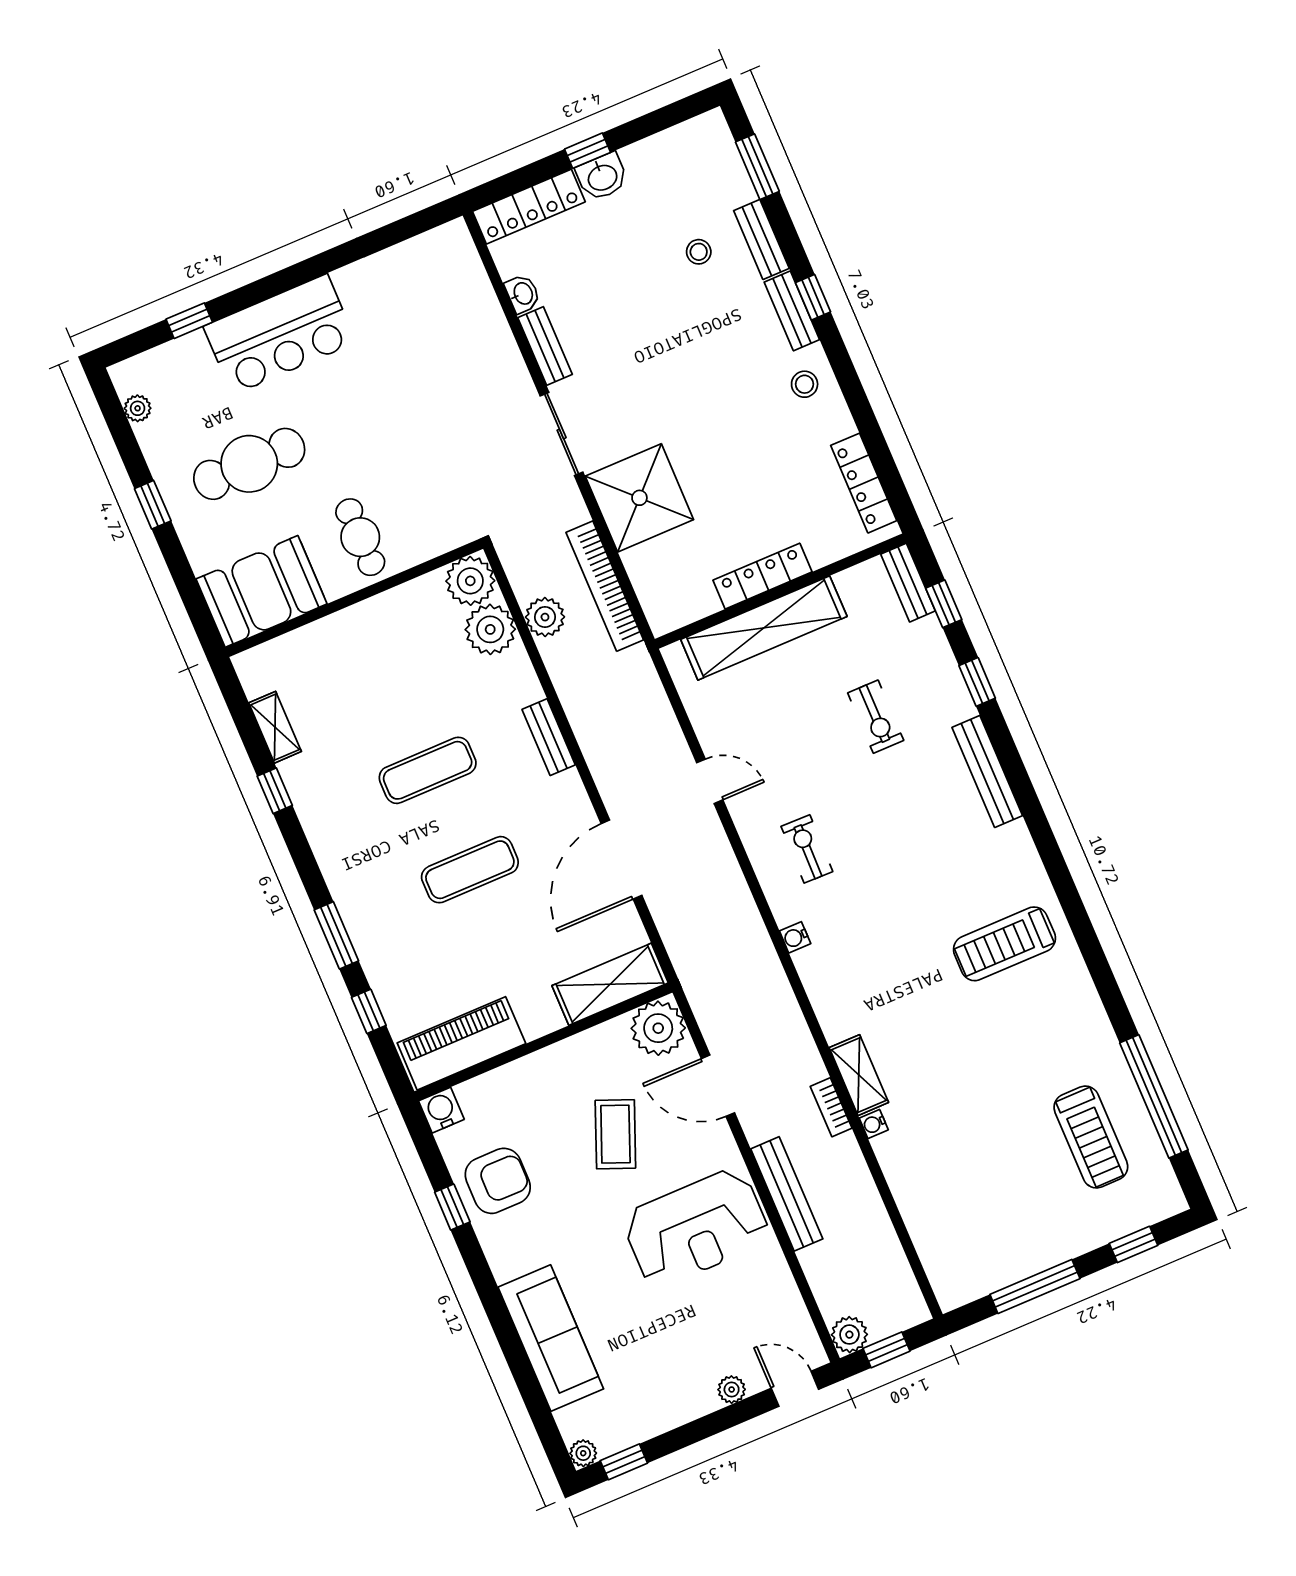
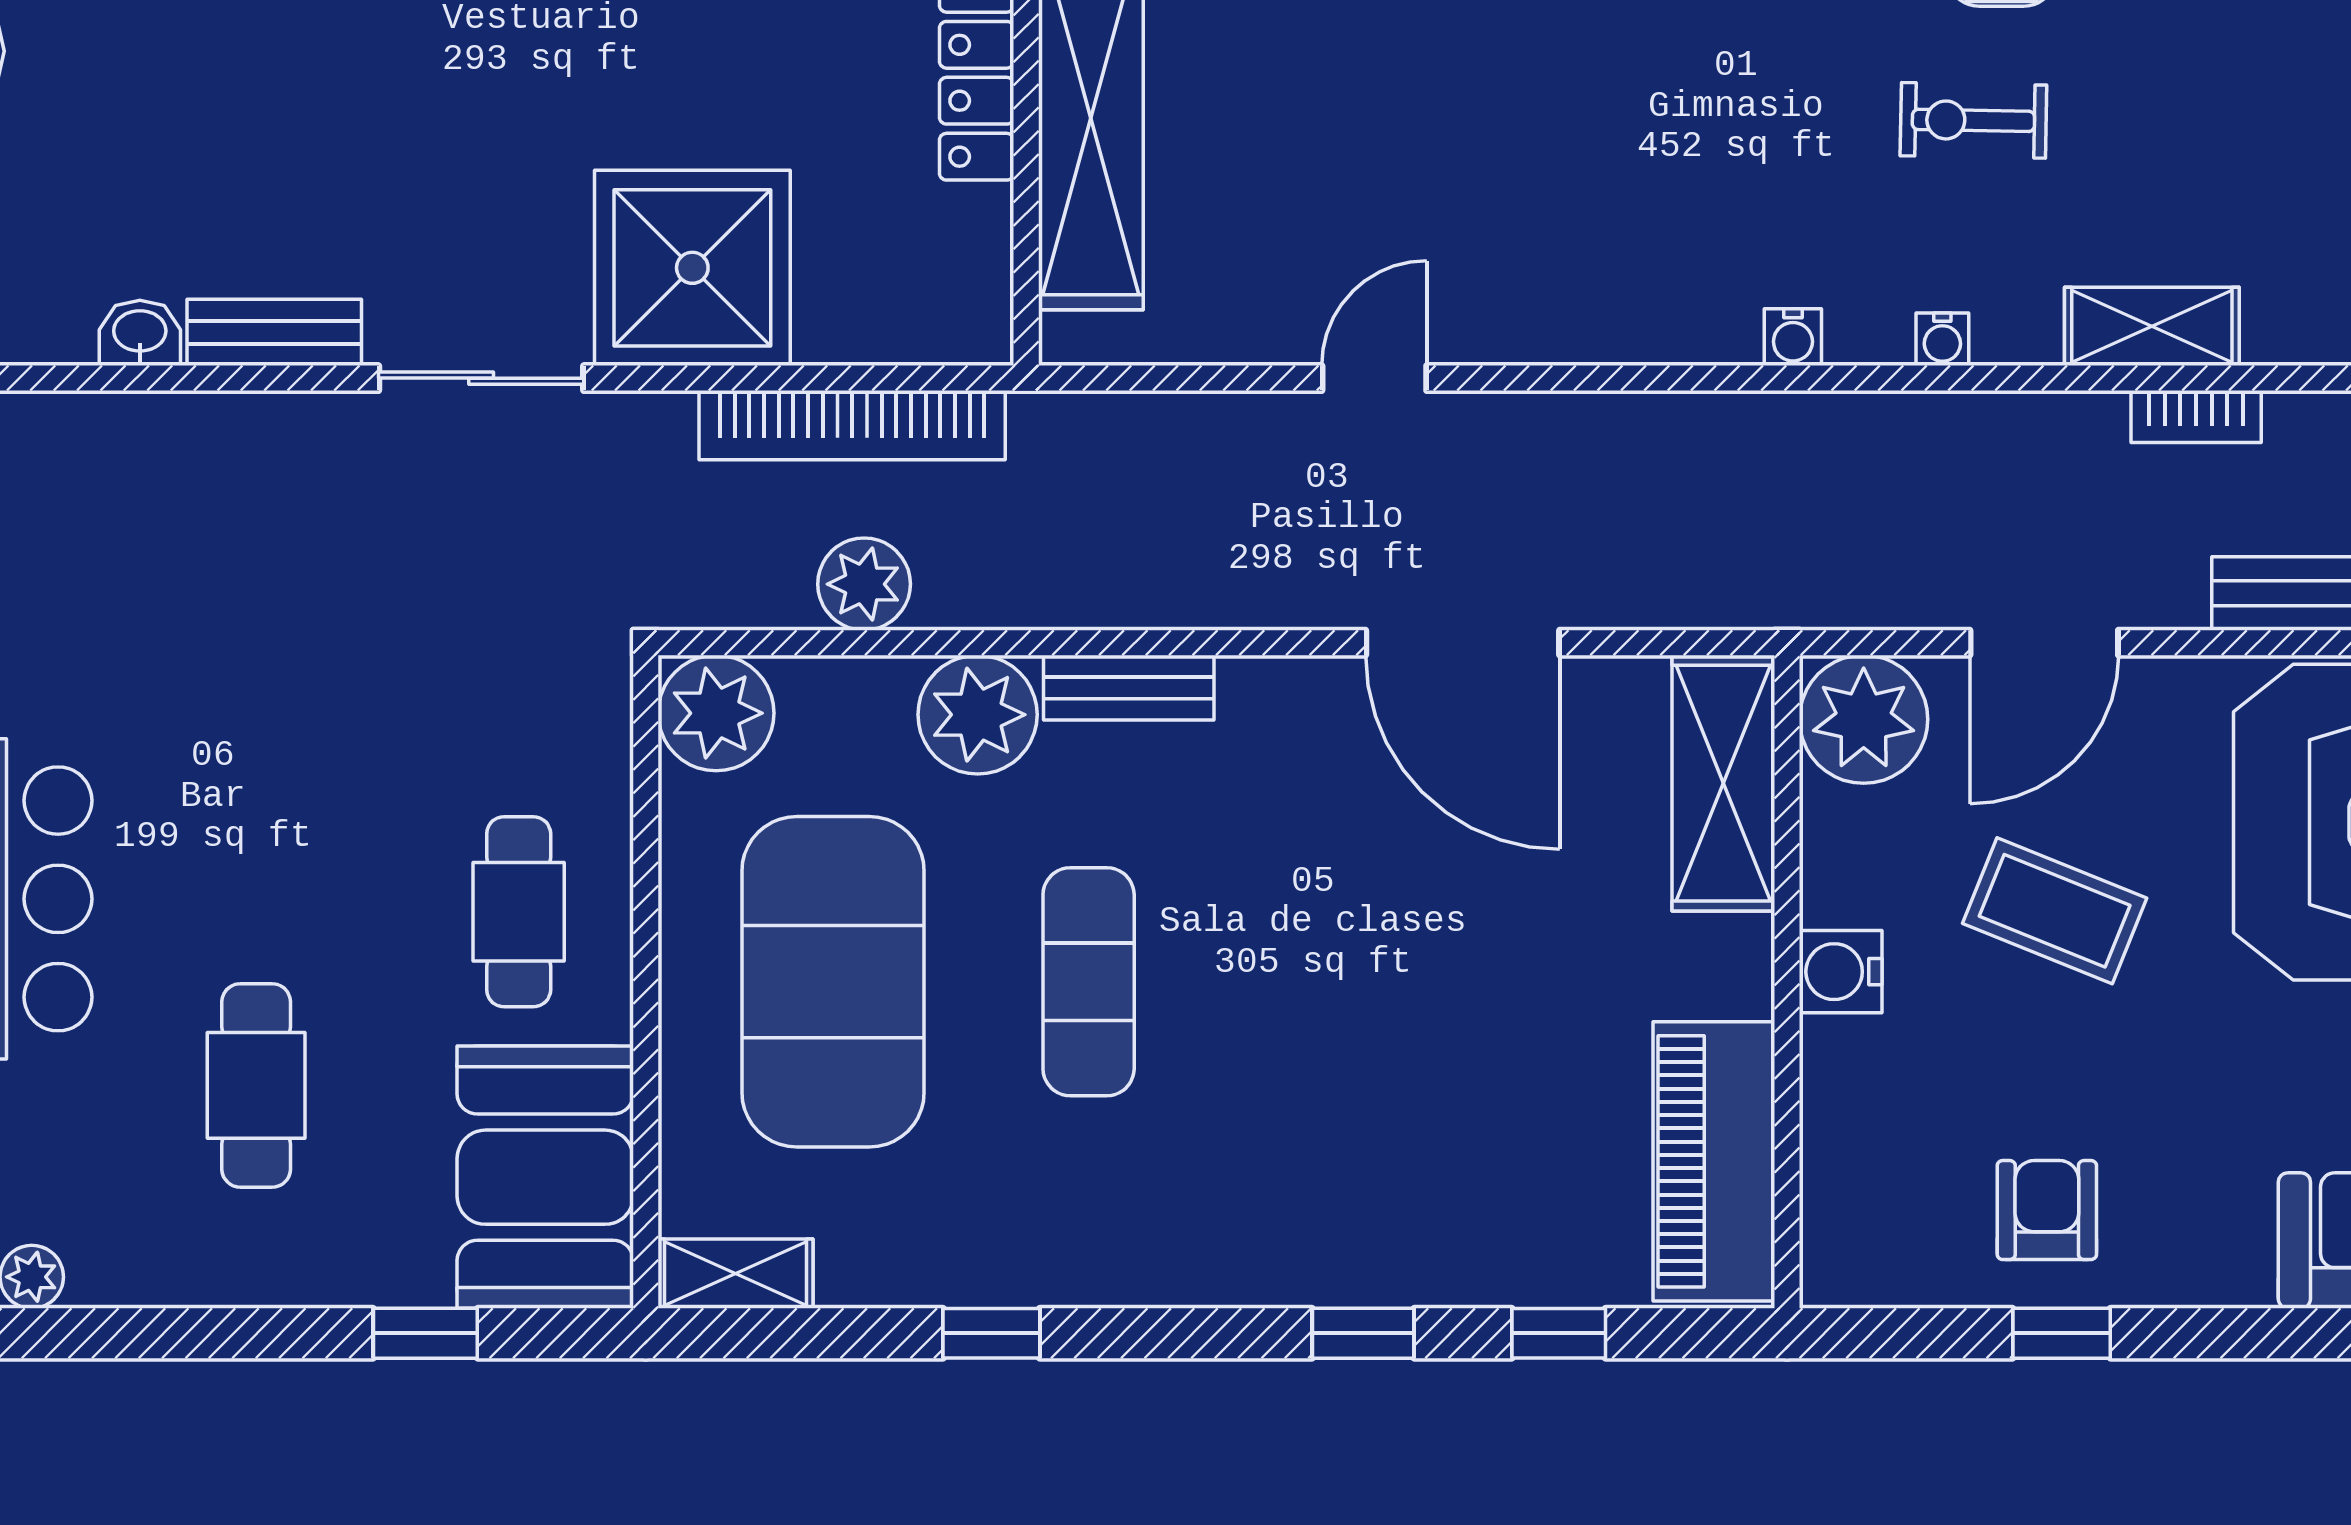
cafe table: (249, 464) -> (256, 1085), width x0.73, depth x0.74
window: (153, 505) -> (425, 1333), moved
cafe table: (360, 537) -> (519, 912), turned 90
plant: (490, 629) -> (978, 715), moved
shelving: (275, 727) -> (735, 1274), moved
exercise bike: (807, 849) -> (1973, 120), moved
exercise mat: (470, 870) -> (833, 982), moved, width x2.00, depth x1.45
window: (336, 935) -> (1363, 1333), width x0.67
water cooler: (441, 1110) -> (1841, 972), moved
water cooler: (874, 1124) -> (1942, 339), moved
armchair: (498, 1181) -> (2047, 1210), width x0.72, depth x0.72

